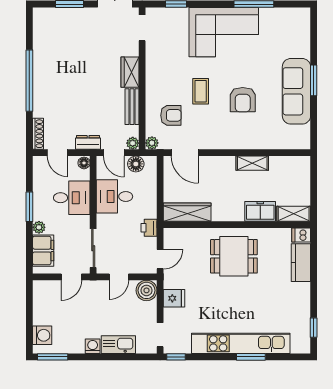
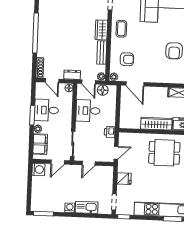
coffee table: (201, 91) -> (121, 29), moved
desk: (72, 198) -> (46, 110), moved, turned 180
wardrobe: (187, 212) -> (156, 124), moved
boiler: (147, 290) -> (106, 173), removed
washing machine: (42, 335) -> (38, 169), moved

